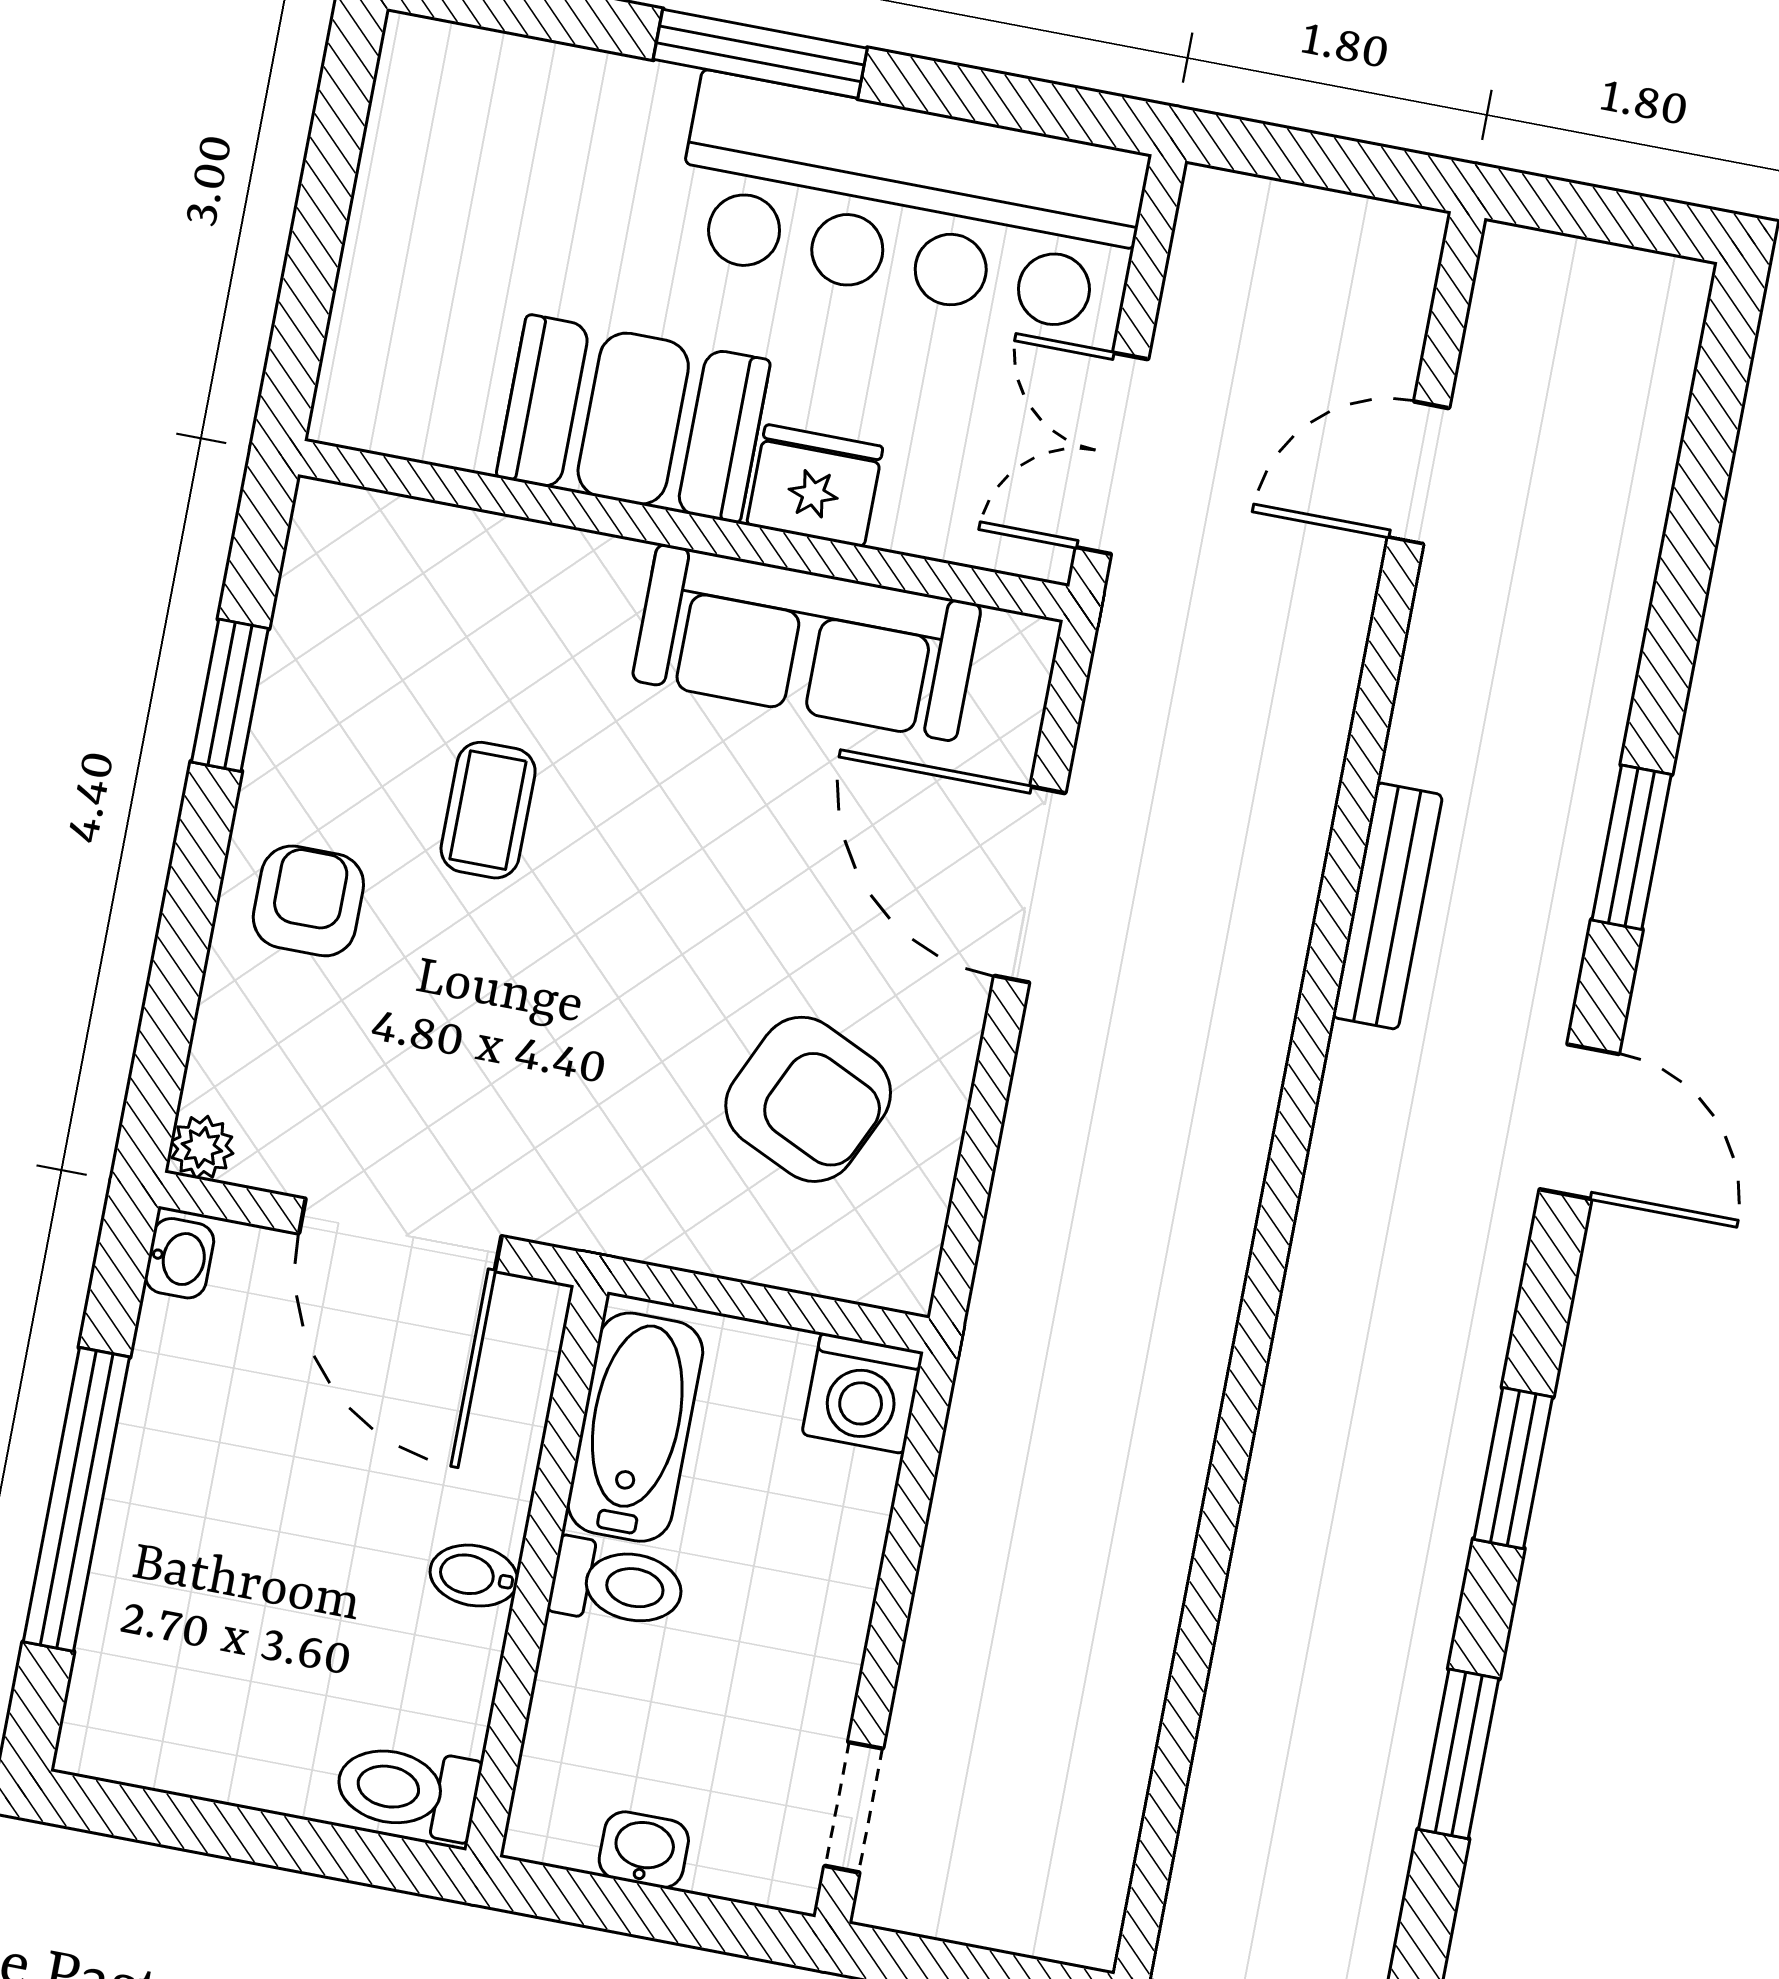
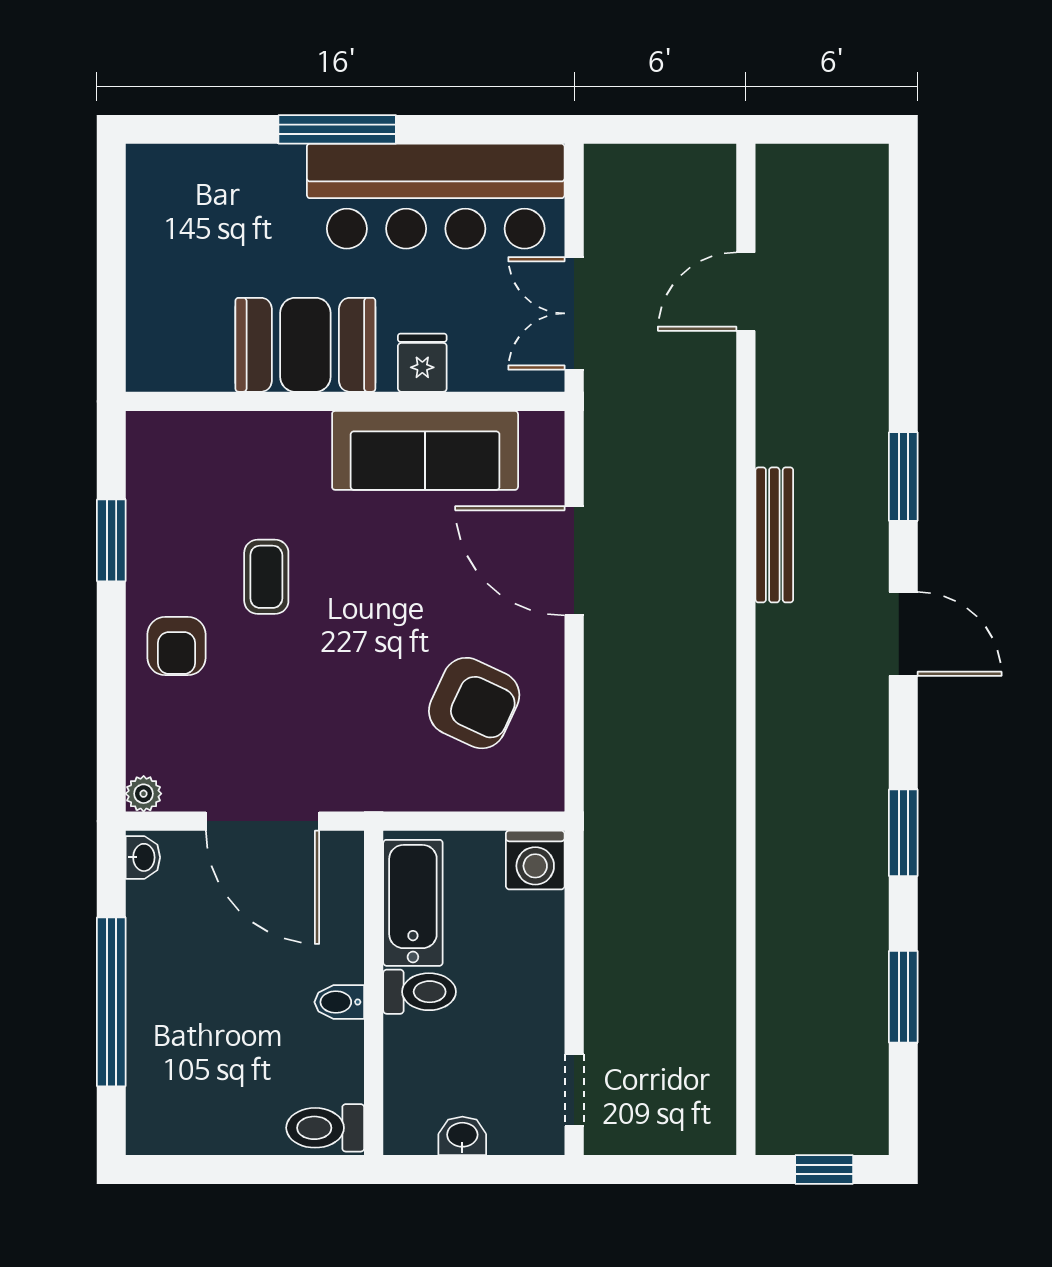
fridge: (815, 486) -> (422, 363), width x0.72
armchair: (308, 901) -> (176, 646), turned 180

